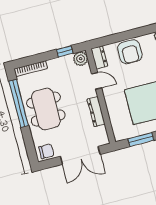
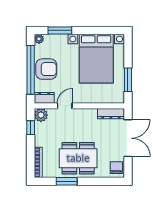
window: (125, 36) -> (31, 70), added
window: (19, 103) -> (67, 181), width x0.47
dresser: (96, 112) -> (111, 114), moved

